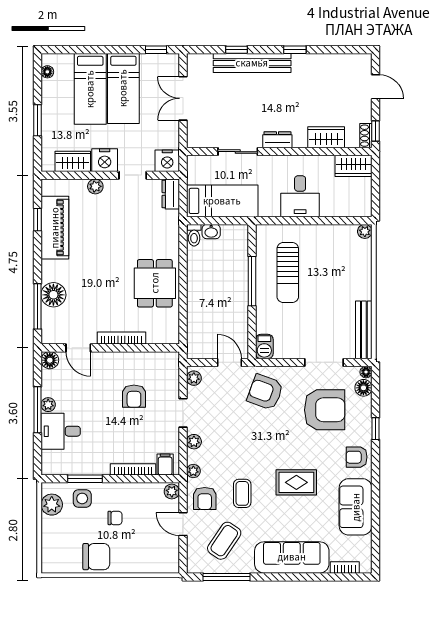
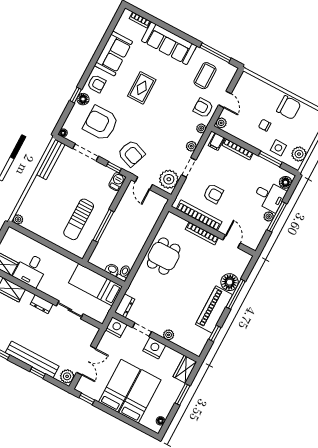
plant: (196, 65) -> (67, 376), added
wardrobe: (73, 161) -> (185, 369), moved, turned 90
desk: (300, 196) -> (31, 270), moved, turned 180
piano: (55, 228) -> (214, 309), moved
sun lounger: (288, 273) -> (79, 219), turned 180
window: (37, 306) -> (236, 294), moved
bookcase: (137, 359) -> (199, 215), added
floor lamp: (50, 360) -> (285, 182), moved
window: (278, 362) -> (114, 167), added
plant: (194, 378) -> (169, 179), width x1.88, depth x1.88
floor lamp: (363, 388) -> (83, 99), moved
armchair: (134, 396) -> (213, 194), turned 90
rug: (296, 482) -> (142, 88), turned 90
coffee table: (242, 493) -> (179, 99), removed
armchair: (205, 498) -> (203, 108), turned -90
coffee table: (224, 541) -> (205, 76), turned -34
chair: (96, 557) -> (289, 108), turned 180

